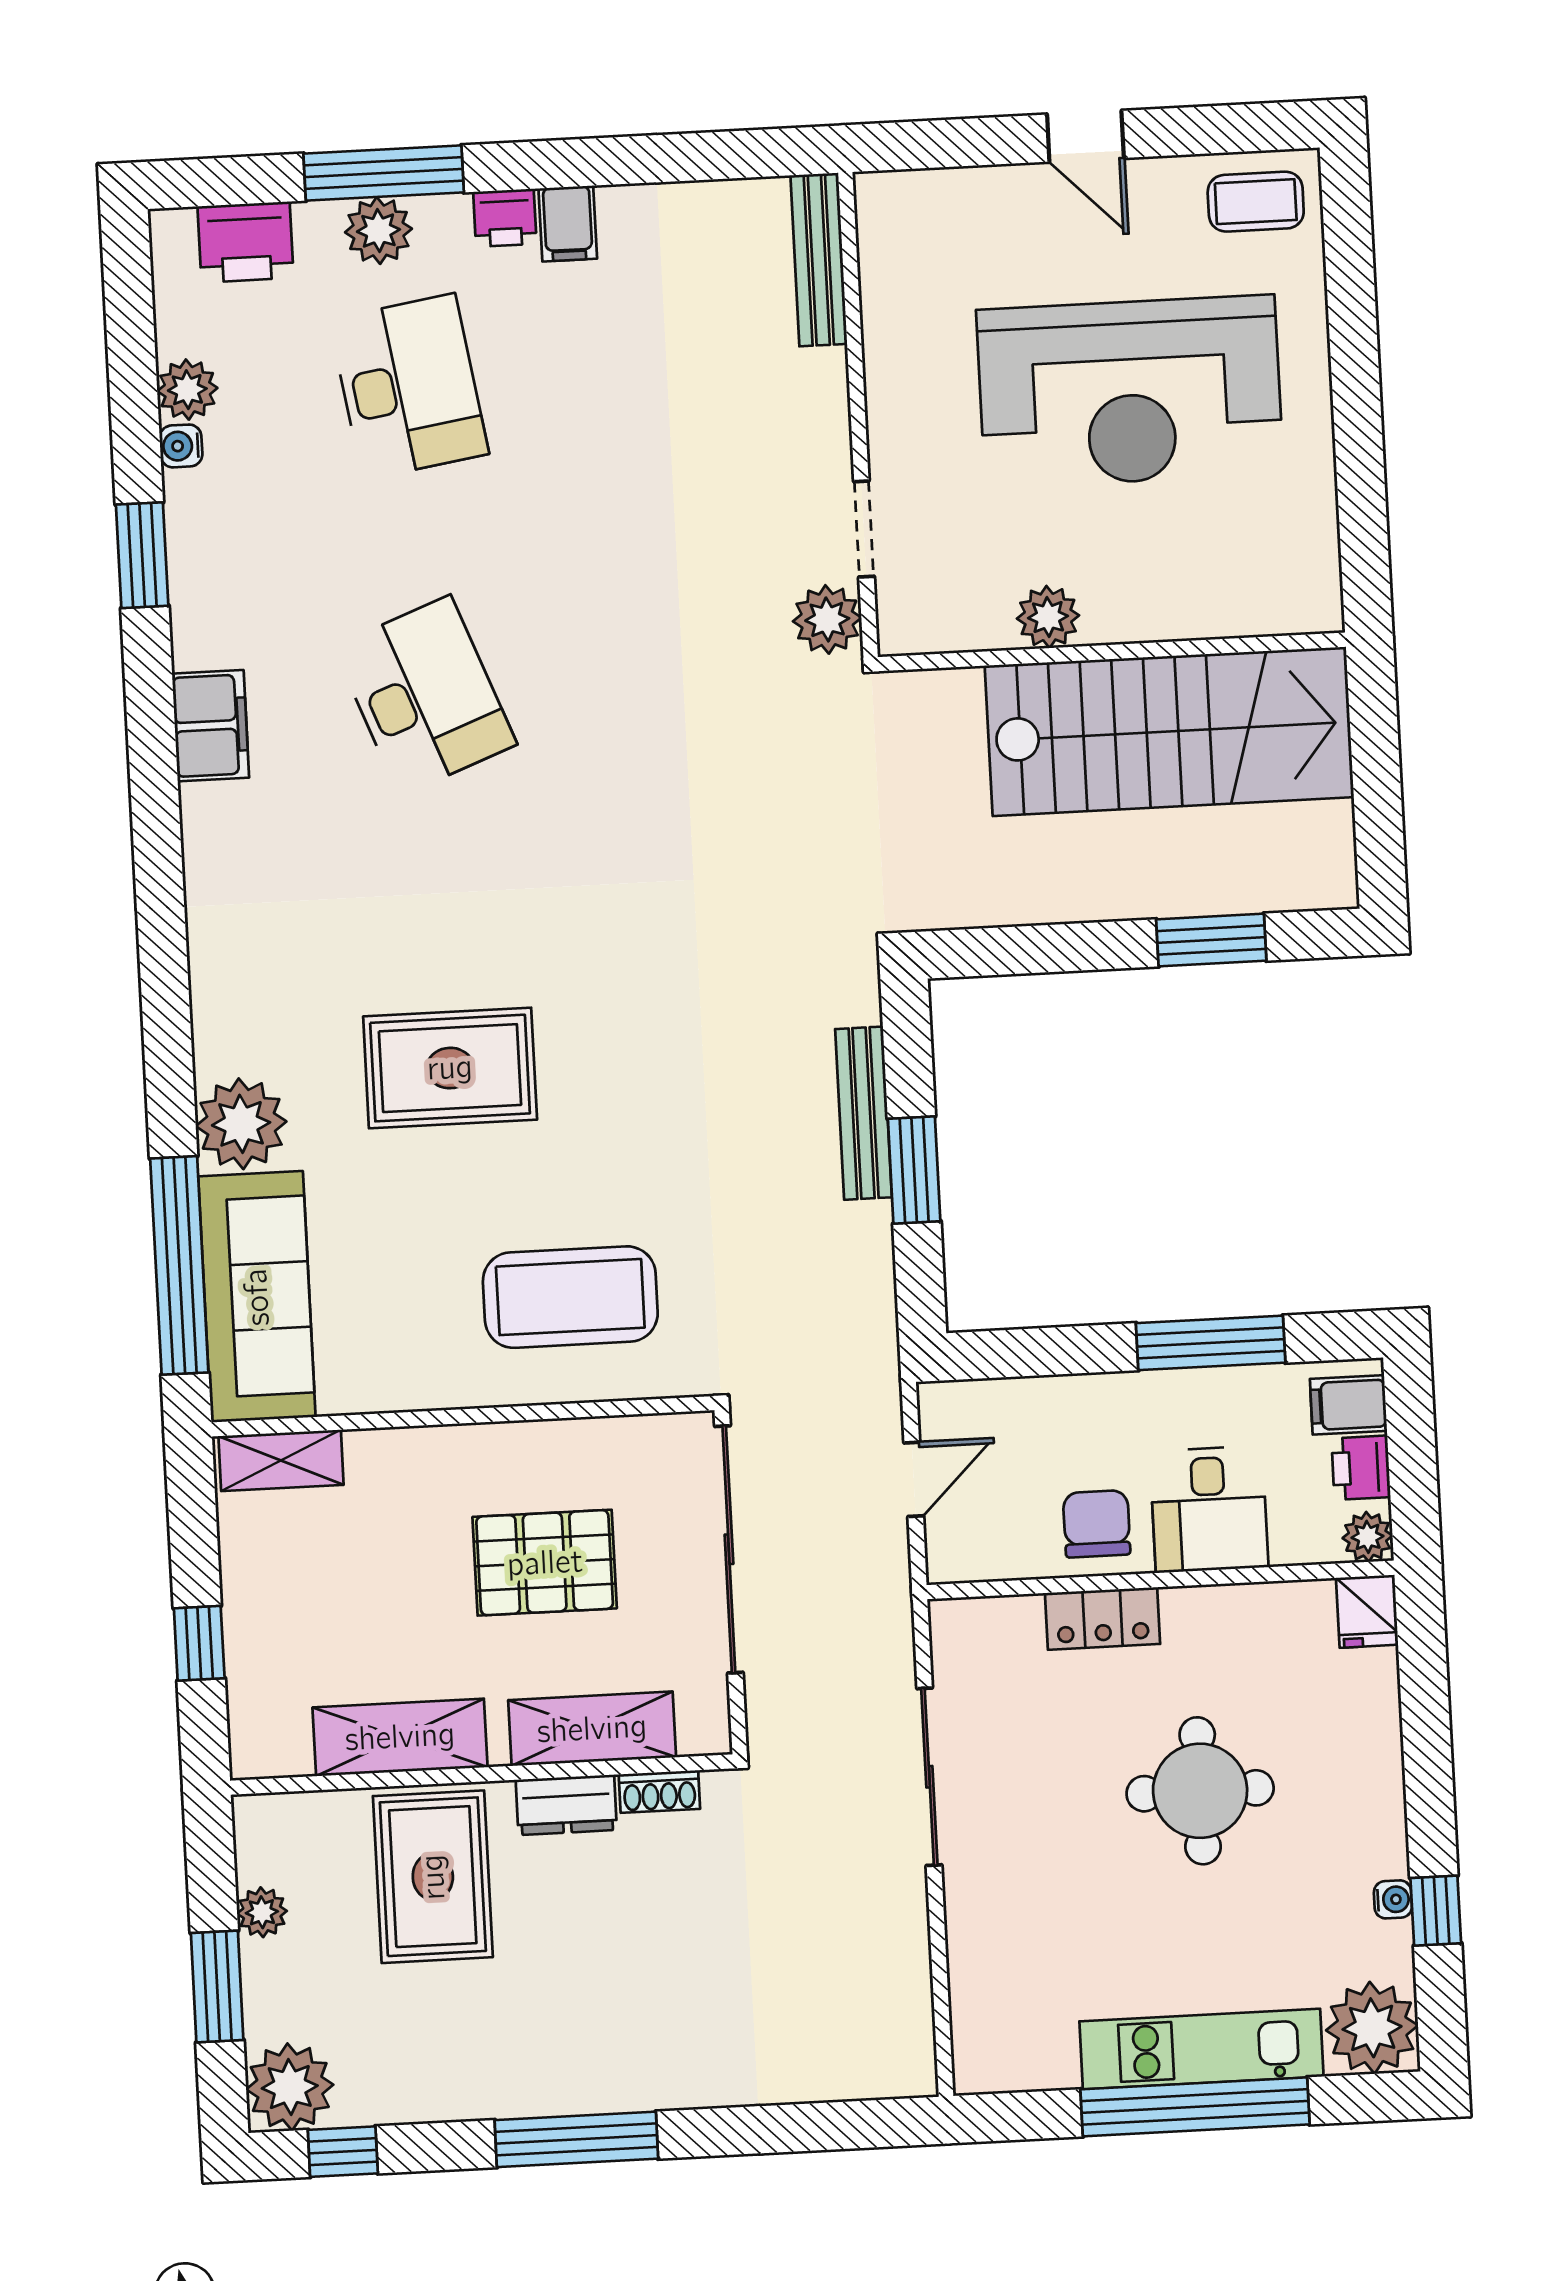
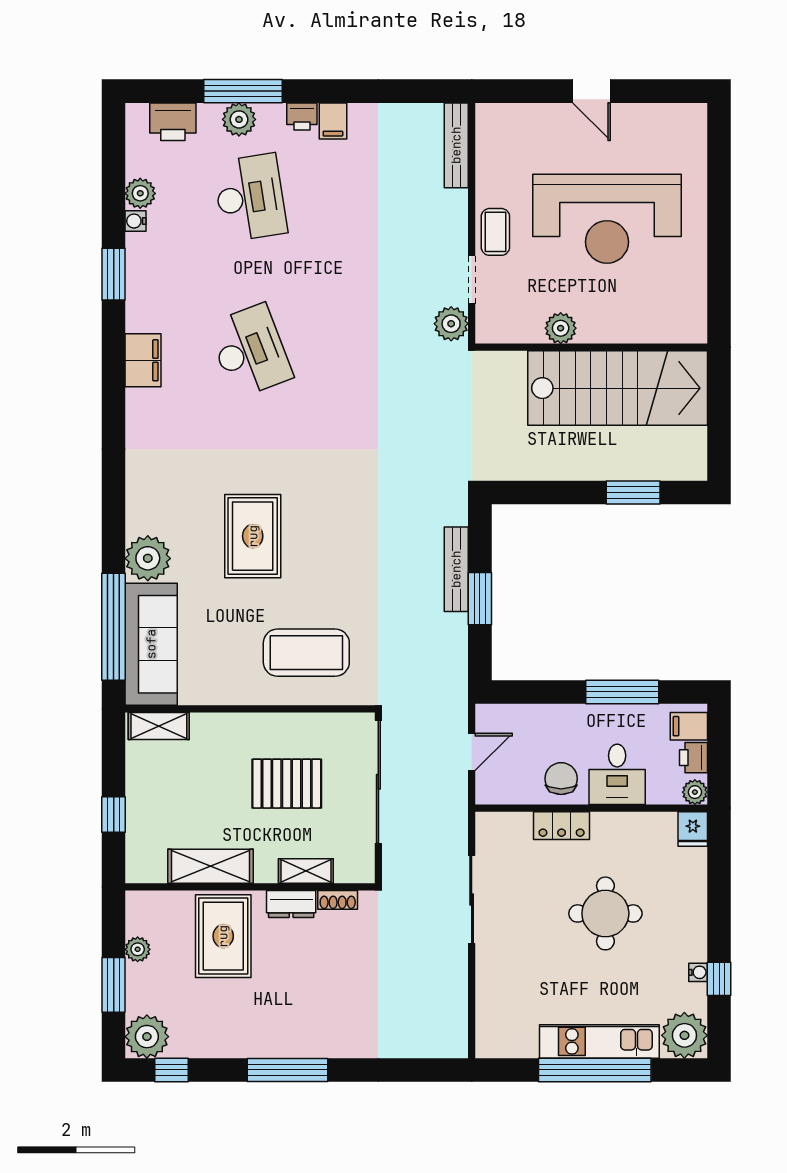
coffee table: (1256, 202) -> (495, 232), moved, turned 90
rug: (450, 1068) -> (253, 536), turned 90
shelving: (592, 1729) -> (306, 871), width x0.67, depth x0.75

